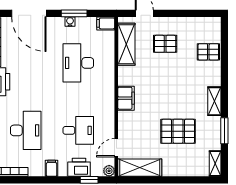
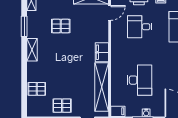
shelving: (126, 44) -> (102, 87), width x1.47
pallet: (165, 44) -> (62, 106), moved
pallet: (178, 131) -> (61, 26), width x0.67, depth x0.71

